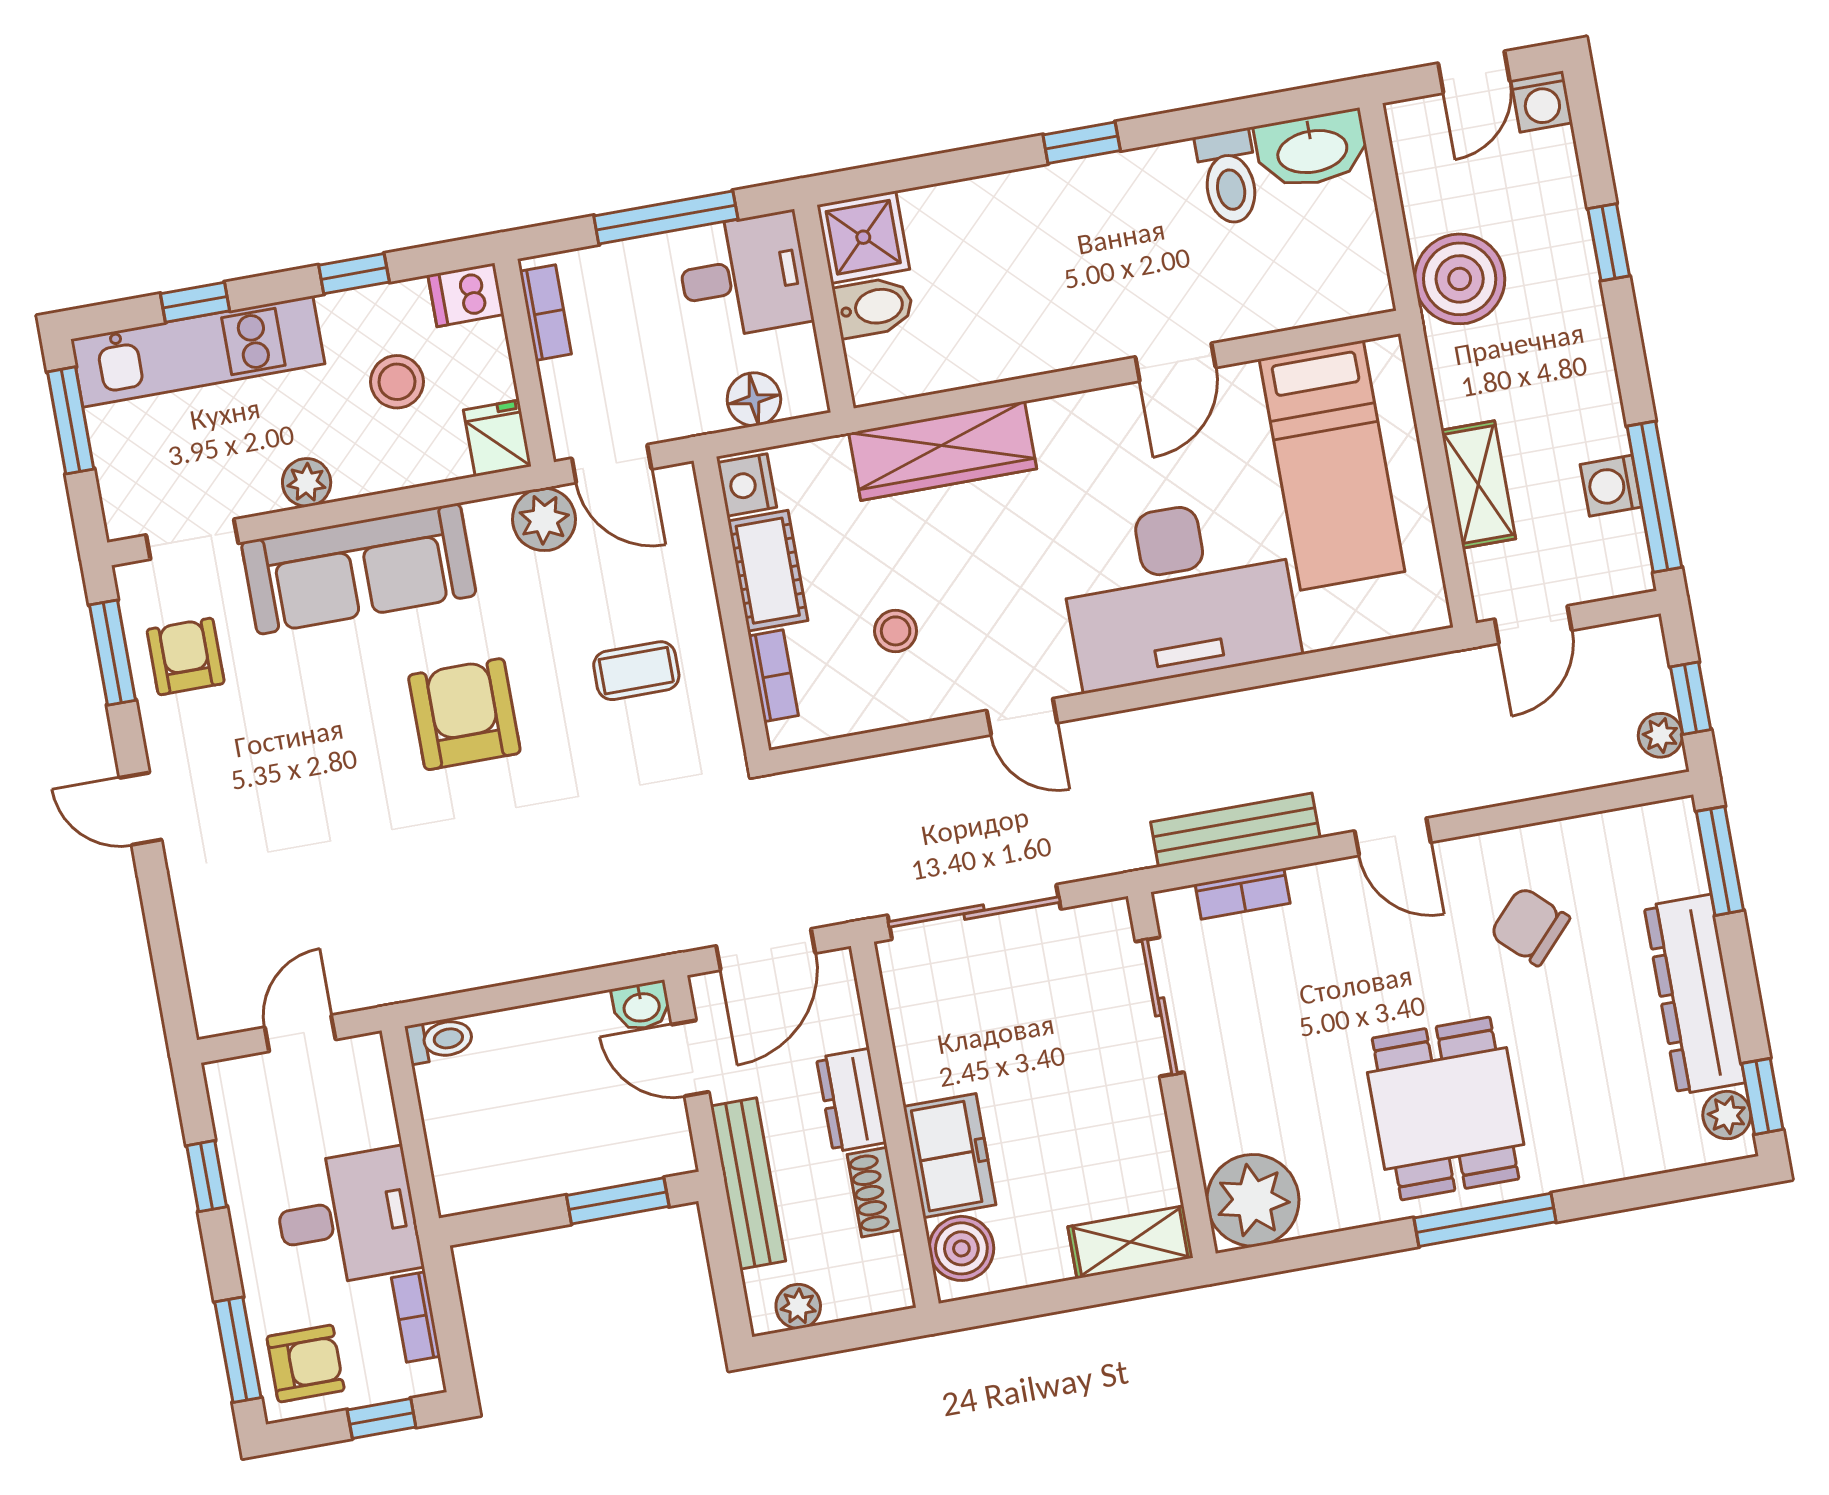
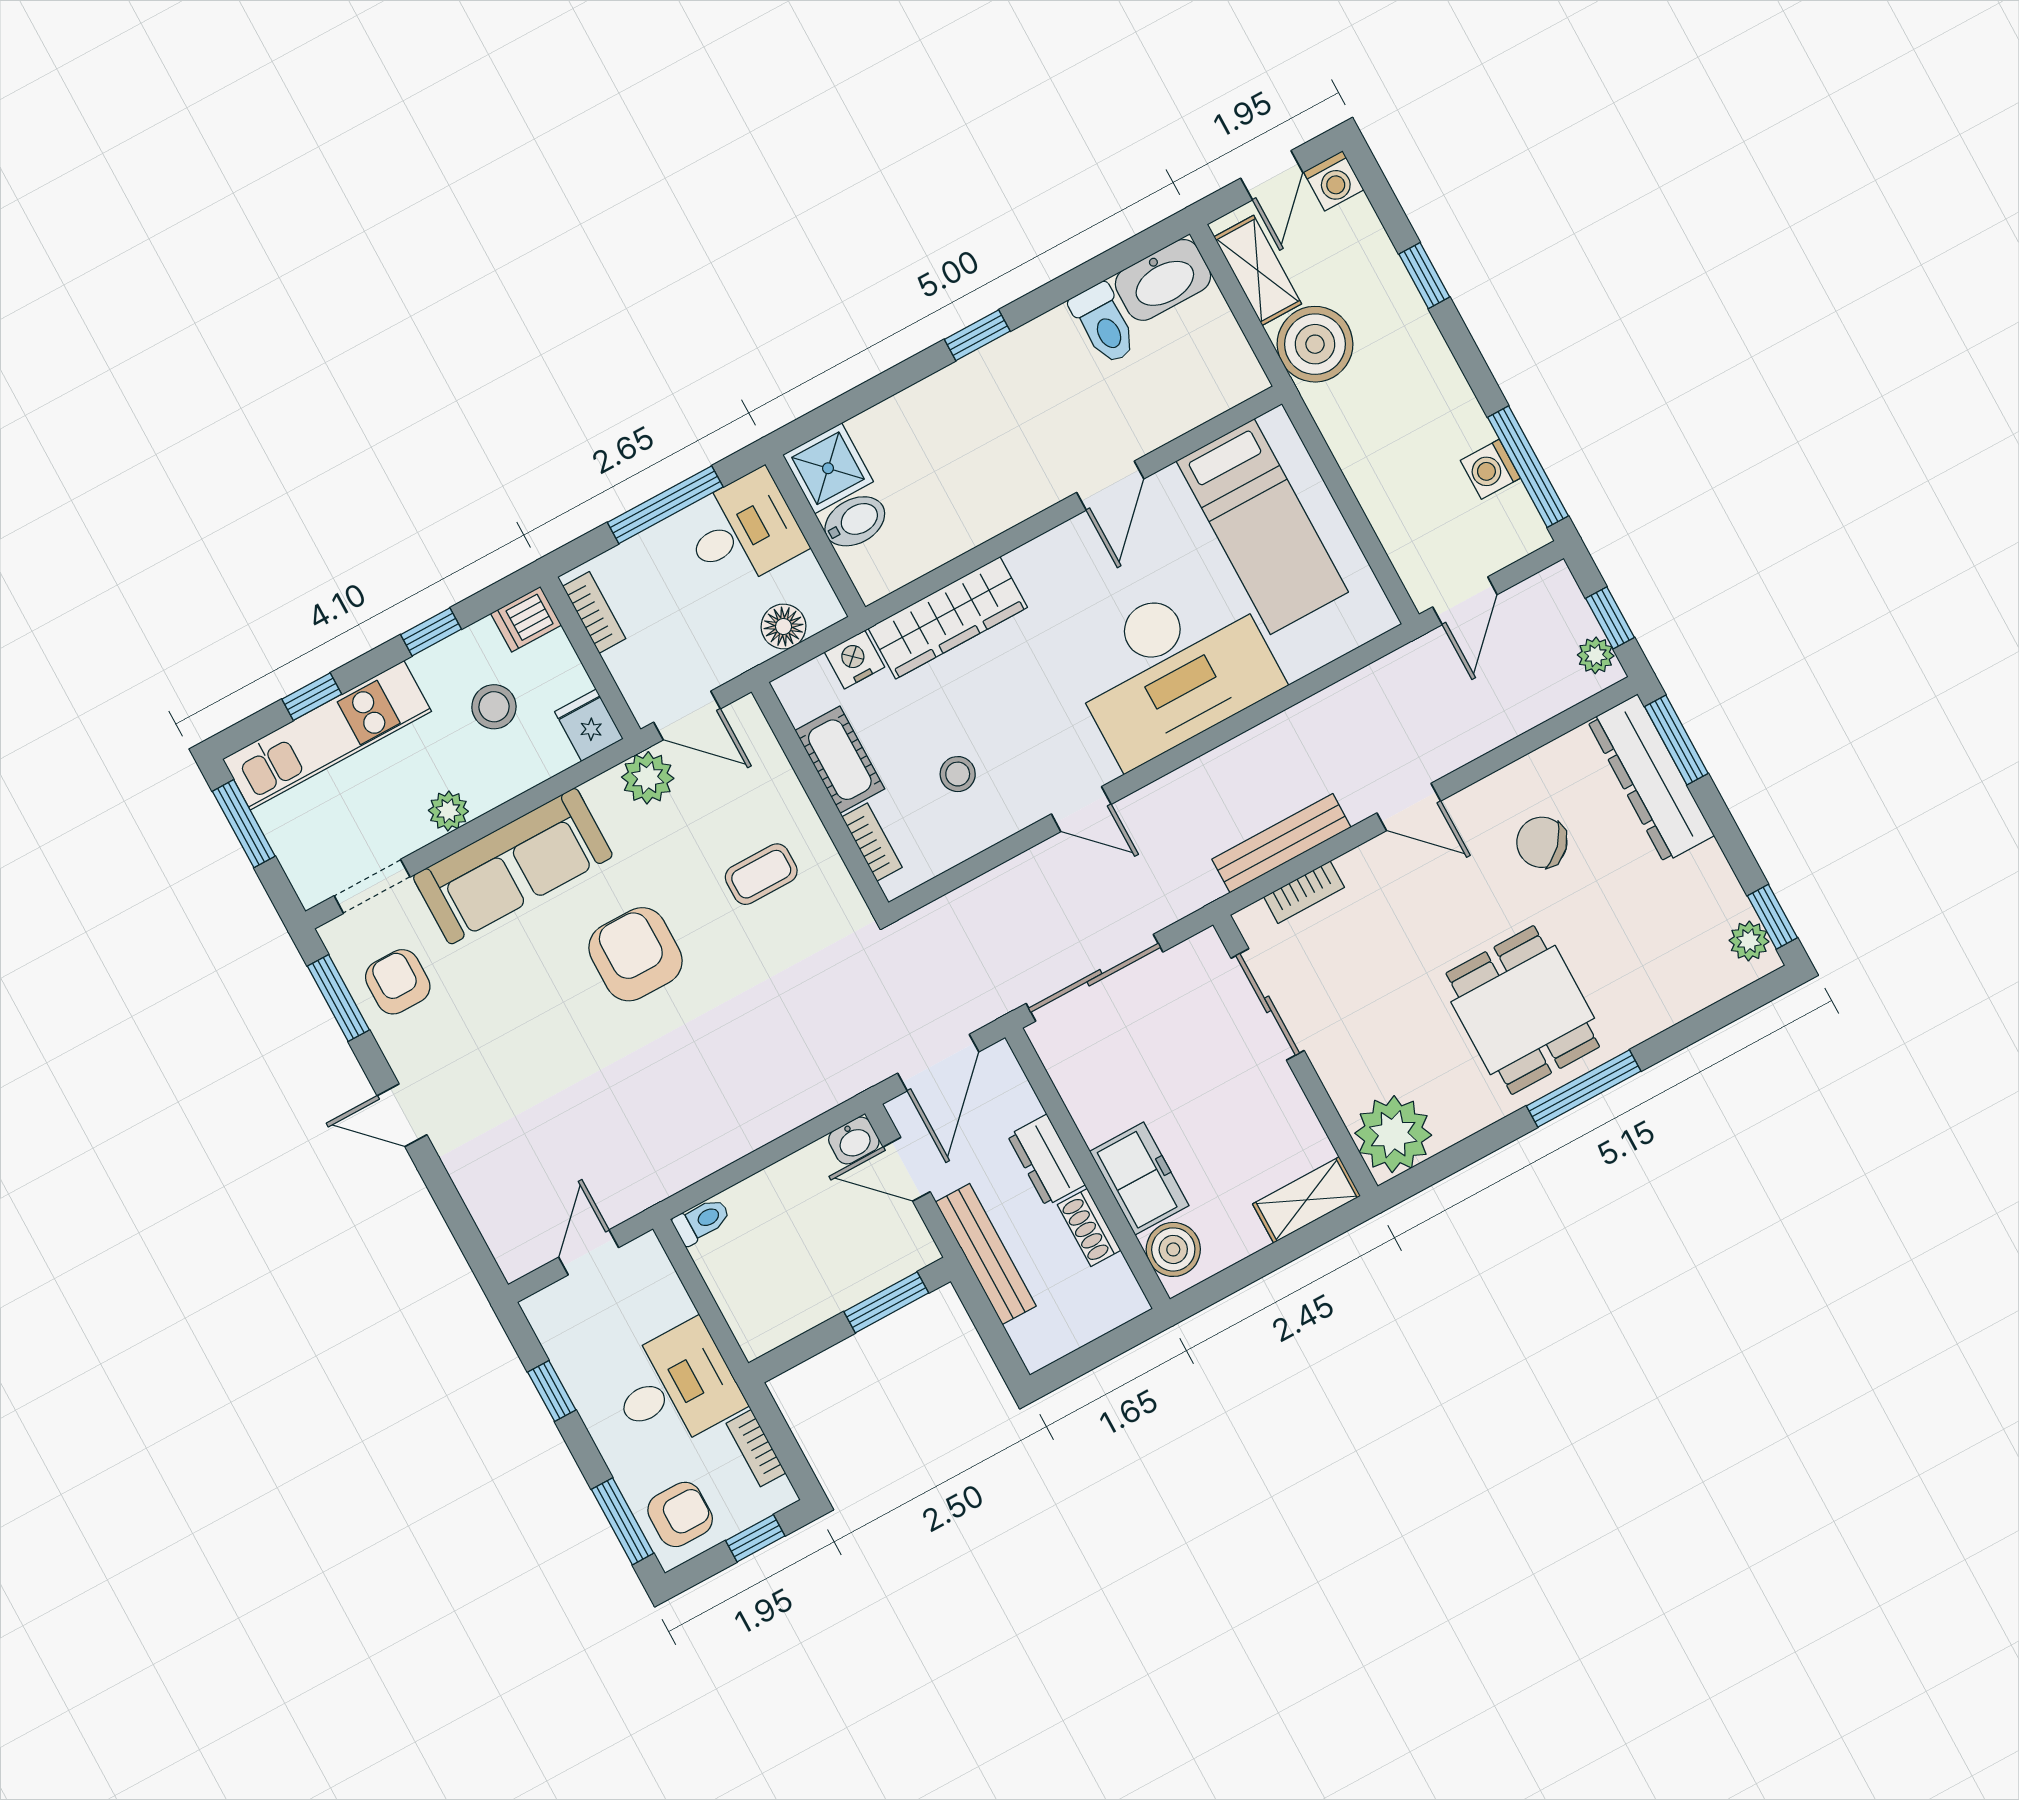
shelving: (1478, 484) -> (1258, 270), moved
nightstand: (747, 485) -> (854, 660), moved, turned 90
dresser: (1695, 994) -> (1651, 778), moved
plant: (798, 1306) -> (1058, 1339), removed

